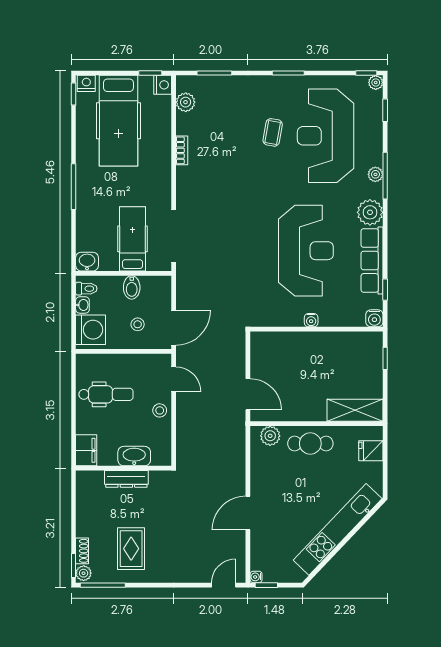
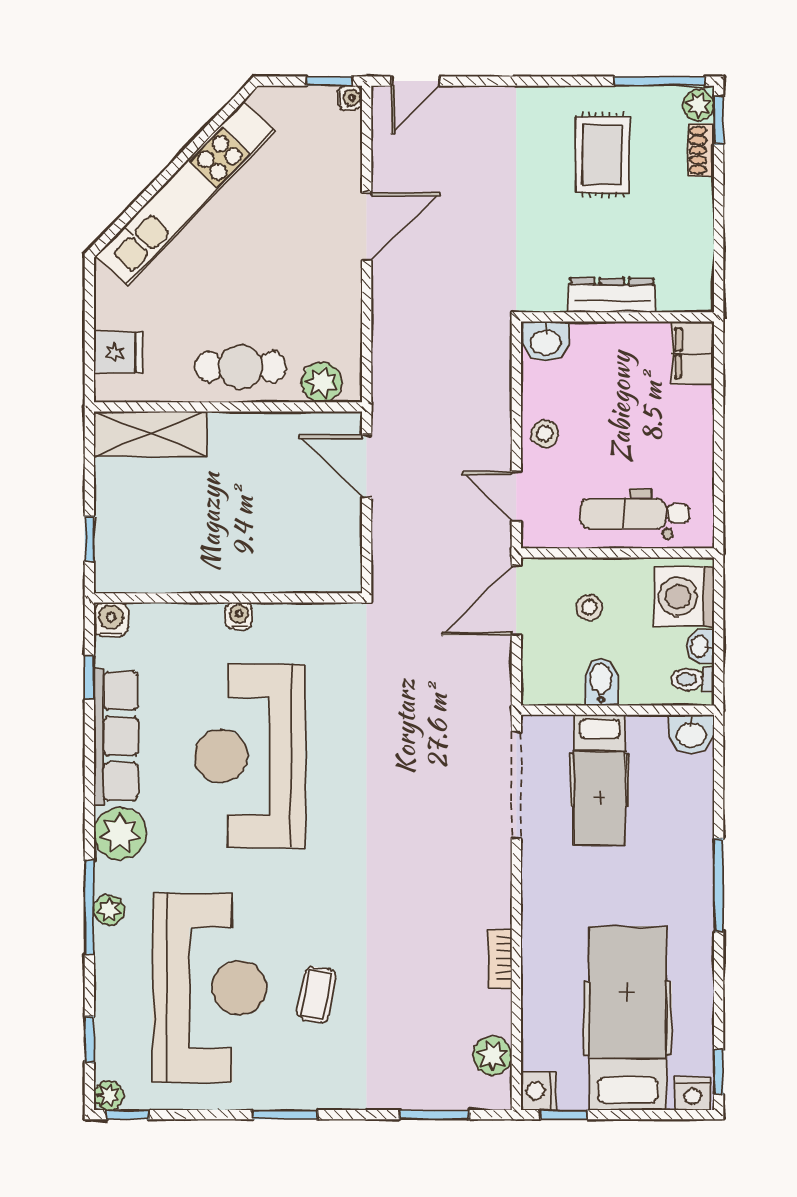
dental chair: (106, 394) -> (635, 514), moved
washbasin: (134, 456) -> (546, 341), moved, width x0.72

